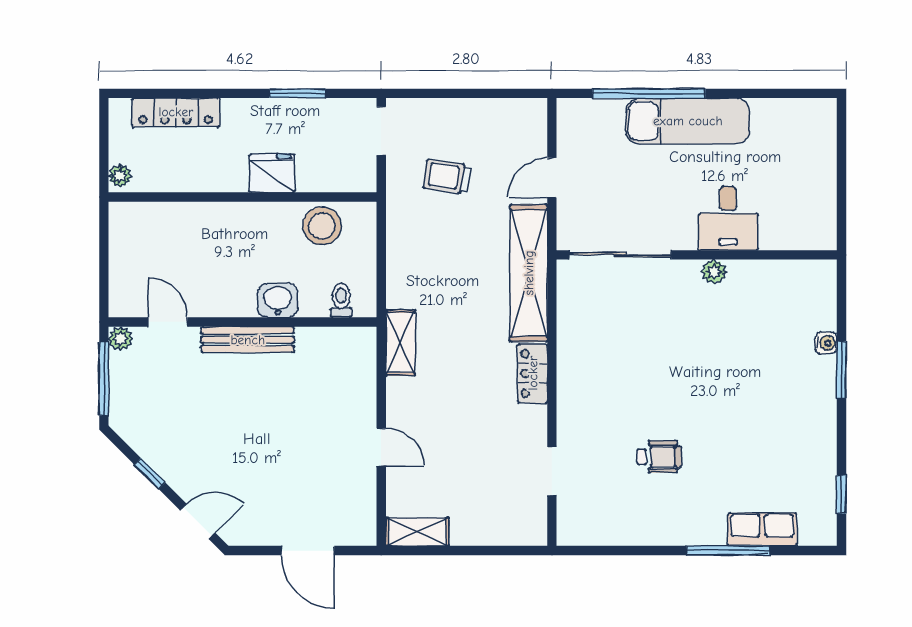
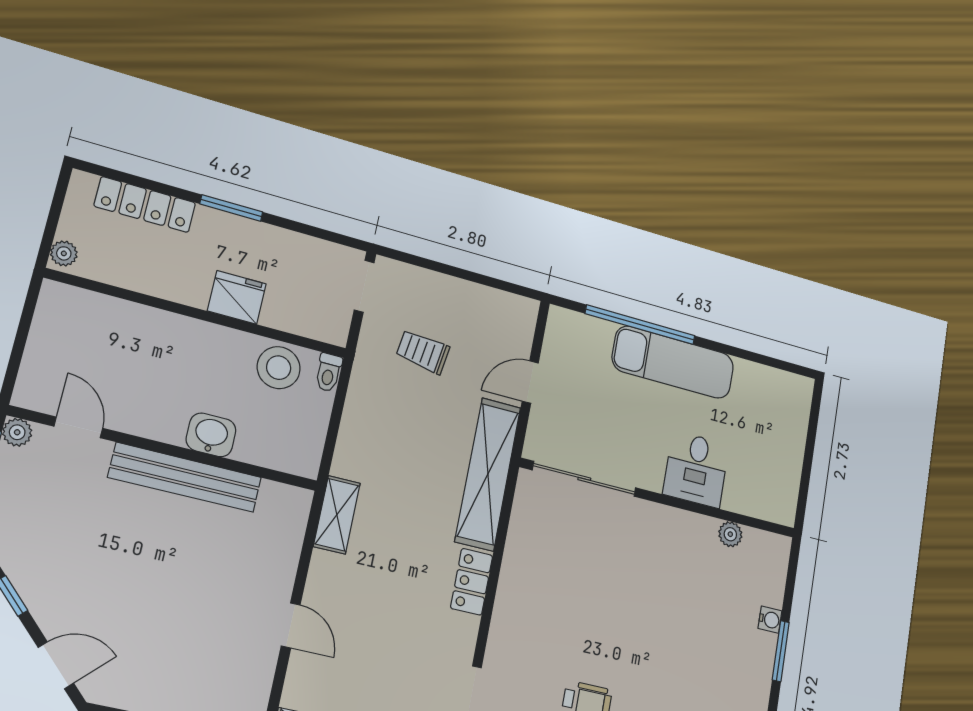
window: (298, 93) -> (231, 208), moved
plant: (714, 272) -> (730, 534), moved
toilet: (341, 300) -> (328, 372), moved, turned 180
bench: (248, 340) -> (185, 477), width x1.37, depth x1.21

